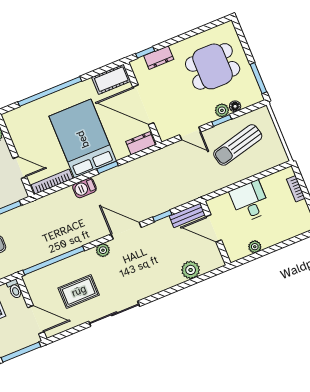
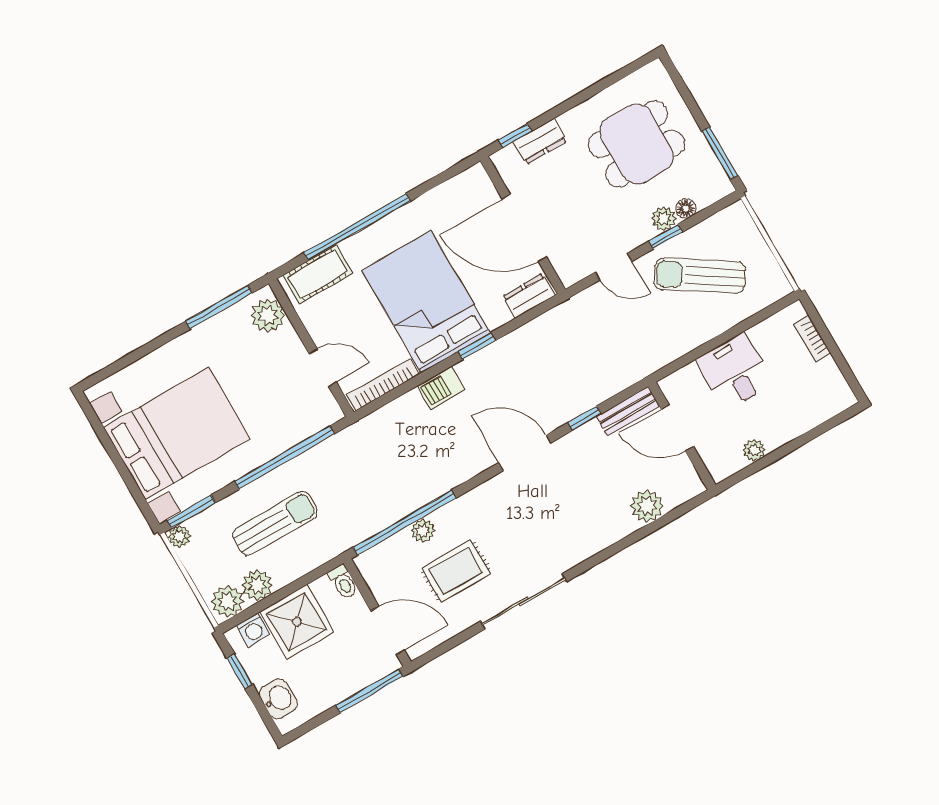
cot: (111, 79) -> (318, 274), moved
sun lounger: (238, 145) -> (700, 276), turned 47
plant: (103, 250) -> (423, 531), moved

